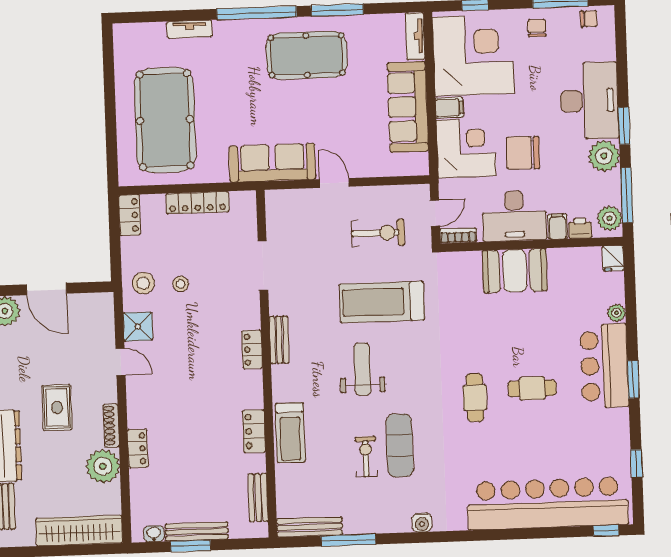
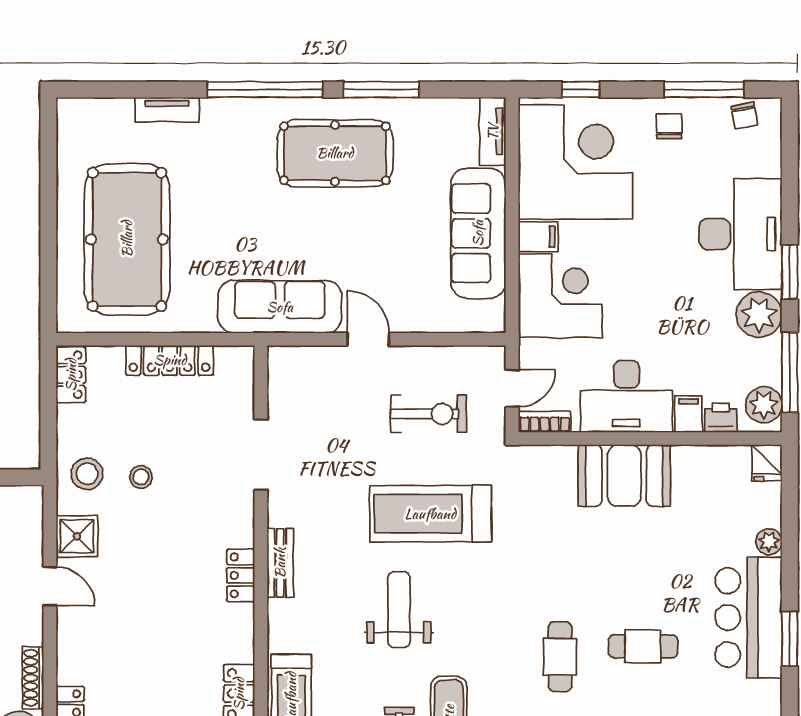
chair: (589, 19) -> (744, 116), turned 80
chair: (523, 153) -> (642, 306), removed

